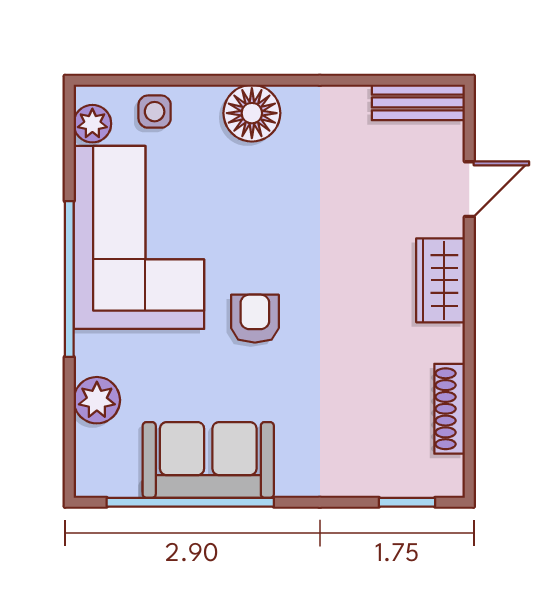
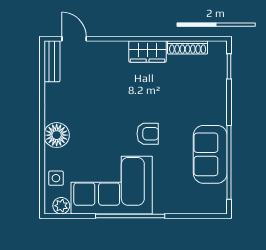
door: (469, 189) -> (74, 39), moved
wardrobe: (440, 280) -> (148, 52), moved
armchair: (255, 319) -> (148, 134), turned 180
plant: (97, 400) -> (184, 204), removed

